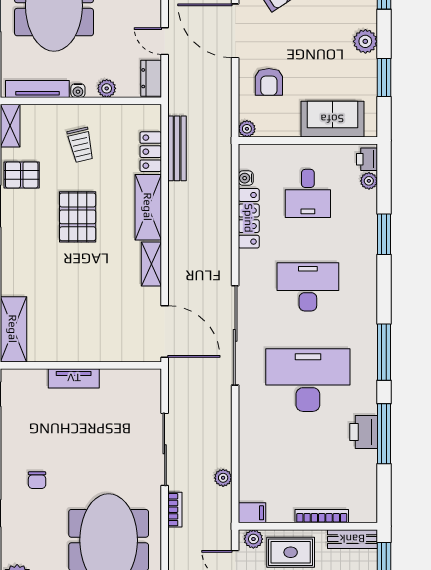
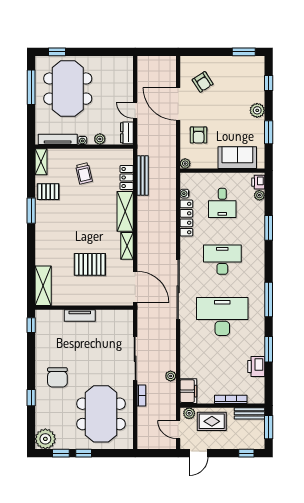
pallet: (78, 217) -> (90, 264), moved, turned 90
printer: (364, 432) -> (256, 366), moved
window: (384, 434) -> (269, 349), width x0.69
chair: (37, 480) -> (57, 377), width x1.87, depth x1.87
filing cabinet: (252, 513) -> (188, 391), width x2.00

